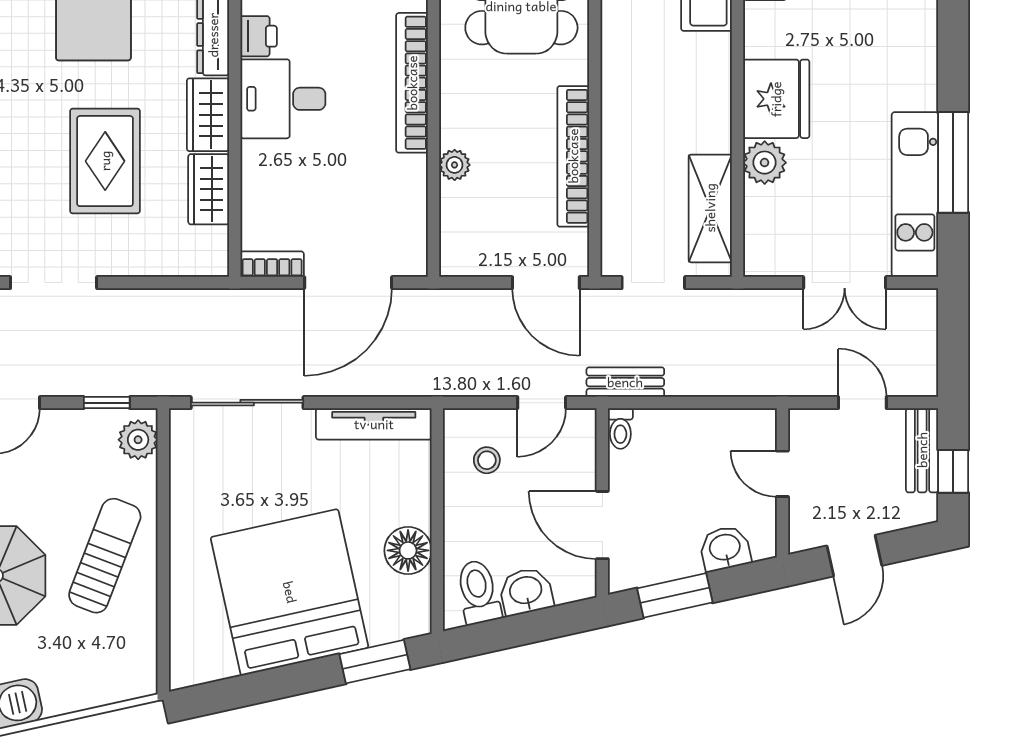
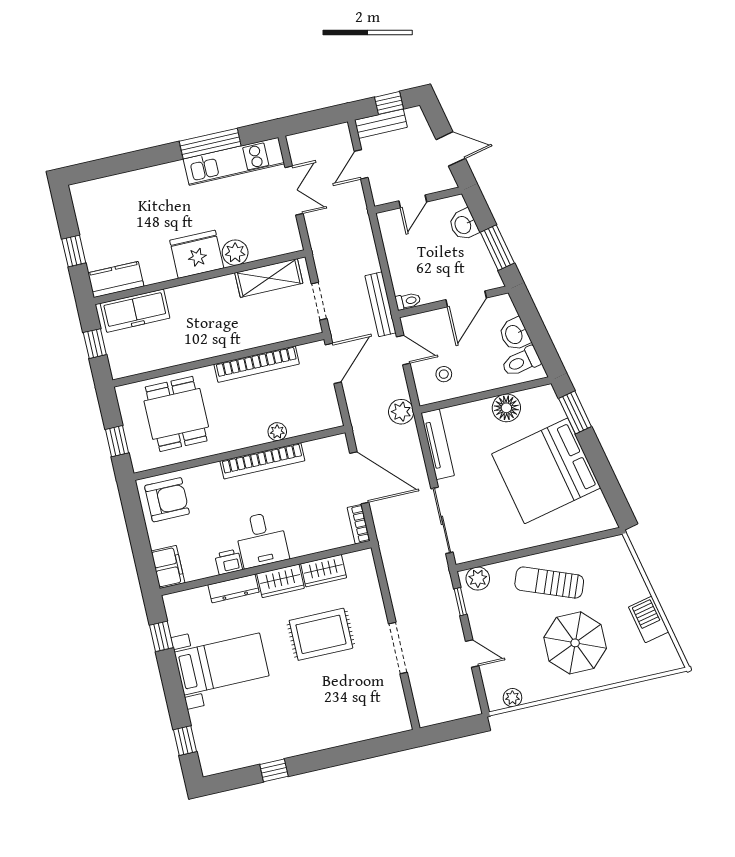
bookcase: (412, 83) -> (262, 461), moved
plant: (441, 376) -> (401, 412), added
bench: (625, 382) -> (380, 304), width x1.36

